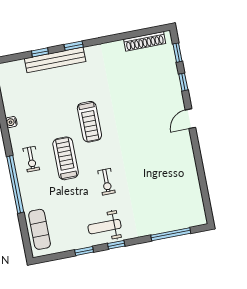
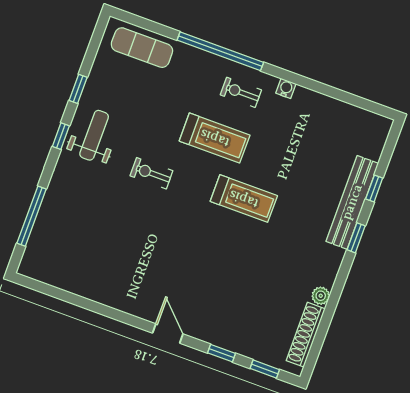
plant: (118, 46) -> (321, 296), added
water cooler: (11, 122) -> (286, 88), moved
treadmill: (89, 122) -> (244, 199), turned 180

